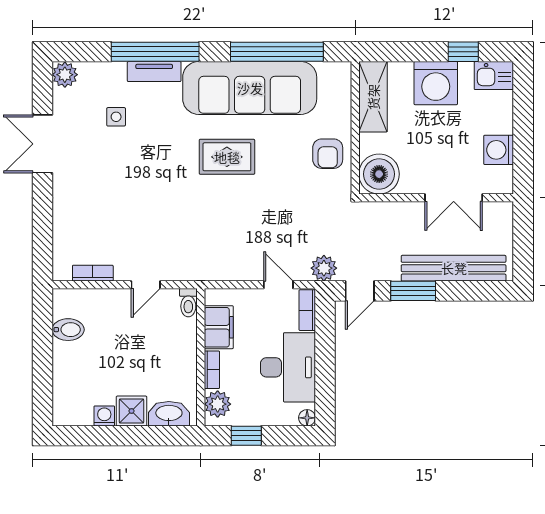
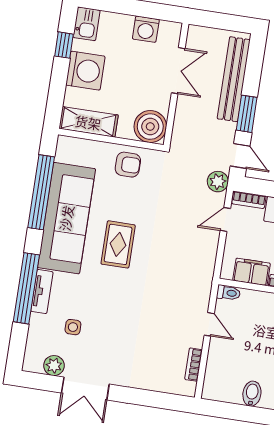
plant: (65, 75) -> (54, 366), moved
bidet: (68, 330) -> (252, 394), moved

